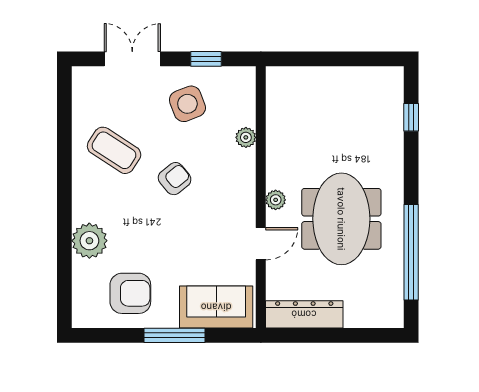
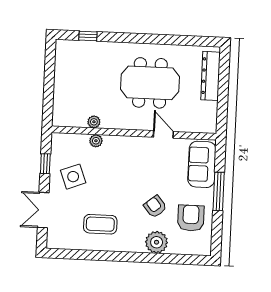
coffee table: (114, 150) -> (100, 224), turned 57
armchair: (175, 179) -> (155, 207), moved
plant: (276, 200) -> (94, 122), moved
window: (411, 252) -> (173, 40), removed
dresser: (304, 314) -> (211, 76), moved

